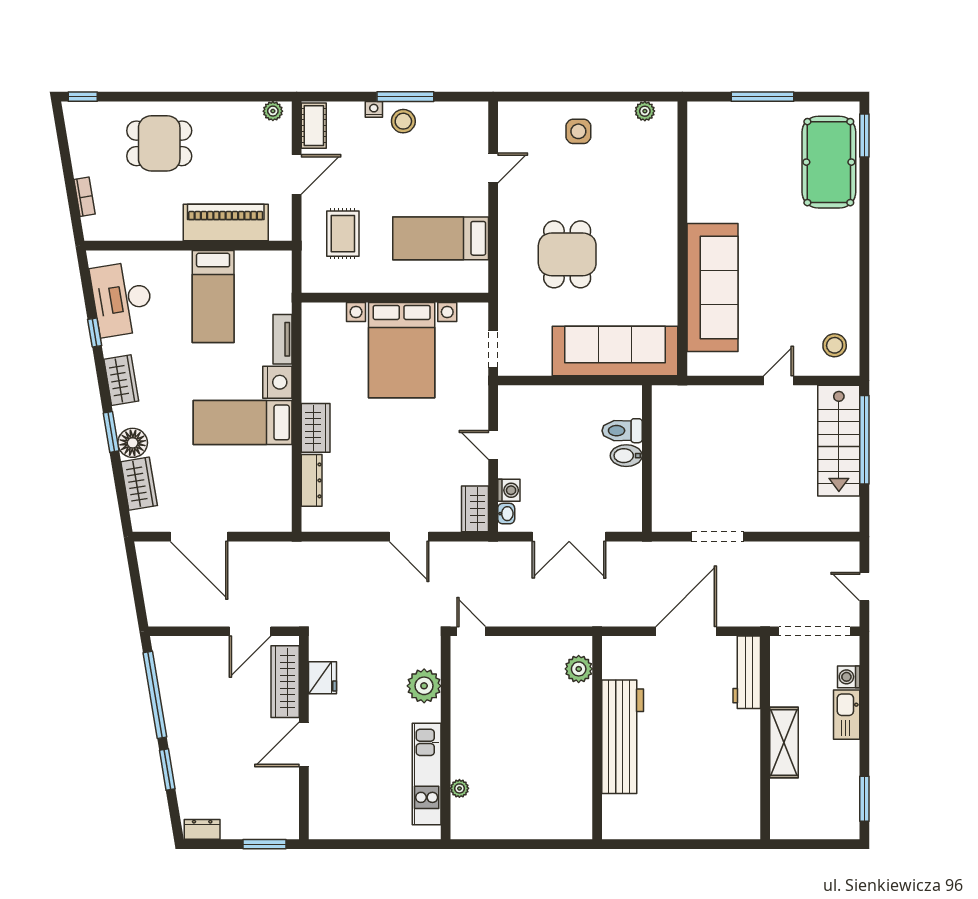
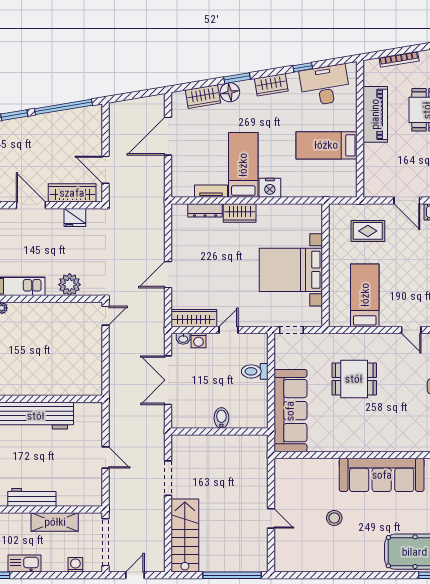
bookcase: (85, 197) -> (399, 59), width x1.56
piano: (226, 223) -> (375, 114), moved
sofa: (712, 288) -> (382, 475), moved
tv unit: (282, 339) -> (211, 191), moved
stool: (835, 345) -> (334, 518), moved
toilet: (622, 431) -> (255, 371), moved, turned -90
stairs: (839, 441) -> (185, 535), moved, turned 90
wardrobe: (475, 509) -> (194, 318), width x1.50
door: (686, 631) -> (106, 457), width x0.53
plant: (579, 669) -> (81, 387), removed
workbench: (747, 672) -> (32, 497), moved
kitchen sink: (847, 715) -> (24, 563), moved
shelving: (784, 742) -> (55, 522), moved

